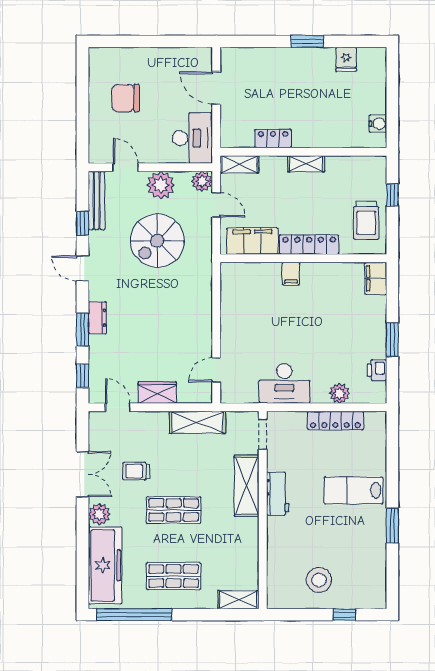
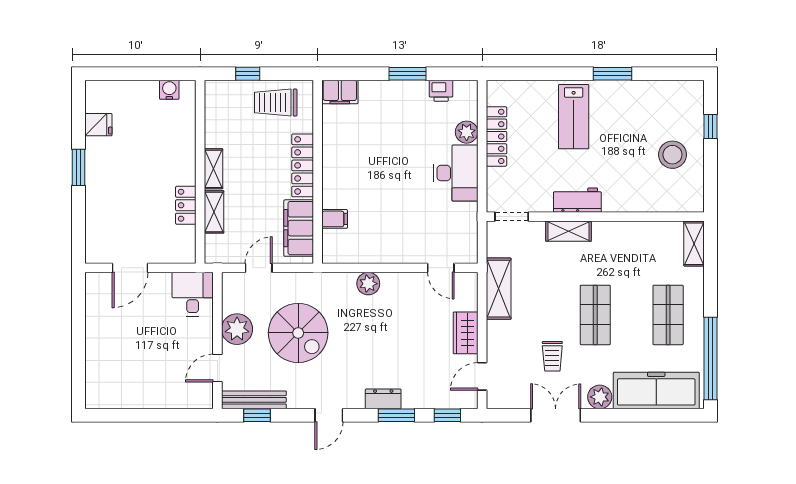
chair: (126, 98) -> (141, 368), removed
desk: (192, 138) -> (193, 294), width x0.73
shelving: (239, 164) -> (214, 212), moved
plant: (202, 181) -> (368, 284), moved
trolley: (366, 220) -> (276, 103), turned 180
window: (83, 223) -> (257, 415), moved
filing cabinet: (291, 274) -> (335, 219), moved
desk: (284, 383) -> (456, 173), moved
shelving: (247, 486) -> (568, 231), width x0.67, depth x0.75

